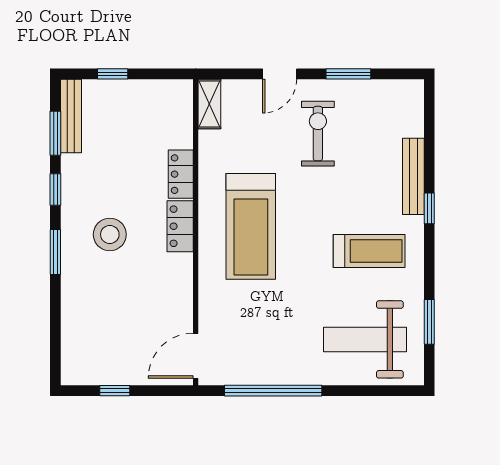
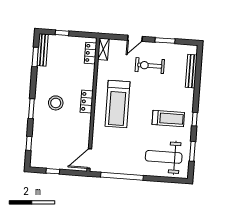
exercise bike: (318, 134) -> (150, 66), turned -90
locker: (181, 174) -> (90, 53), moved
bench: (413, 176) -> (191, 71), moved
window: (55, 189) -> (29, 143), moved
window: (429, 208) -> (195, 119), moved

